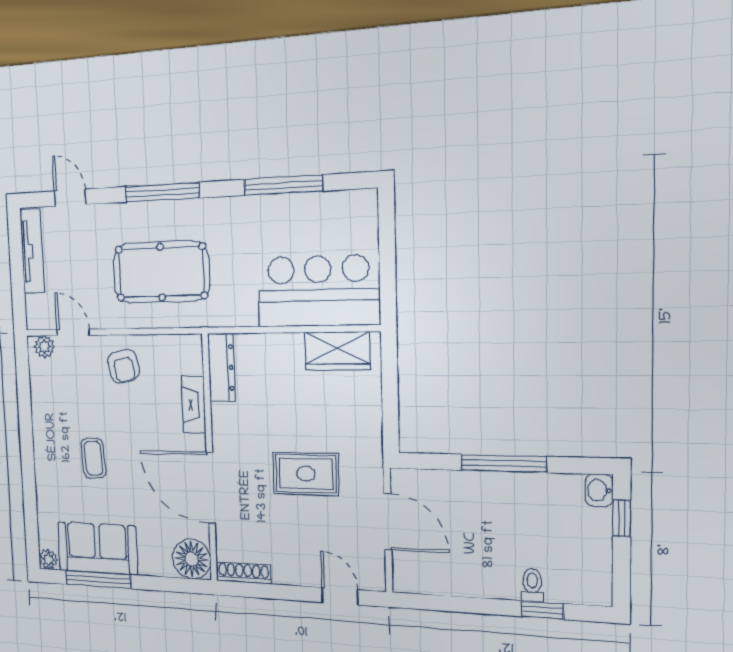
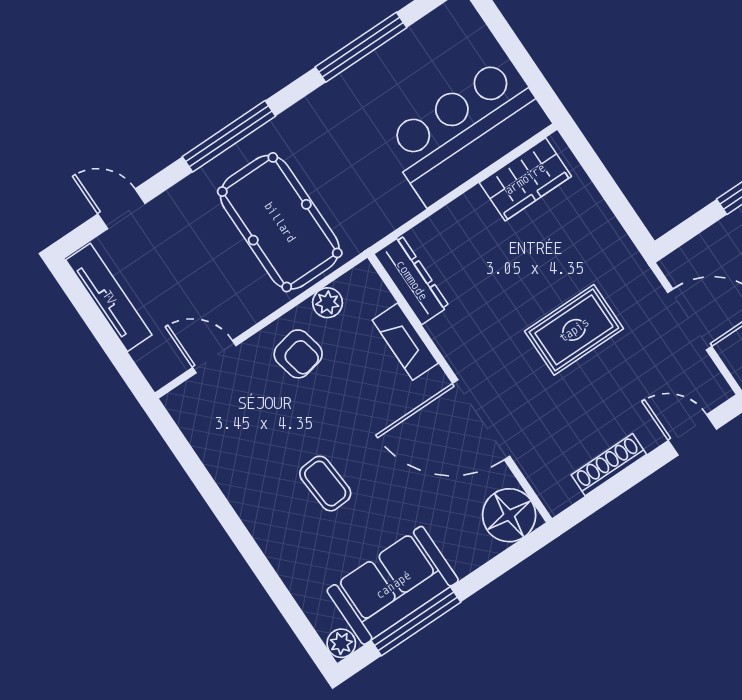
pool table: (161, 272) -> (280, 222), turned 90
plant: (44, 347) -> (328, 303), moved
shoe rack: (244, 573) -> (609, 465), moved

